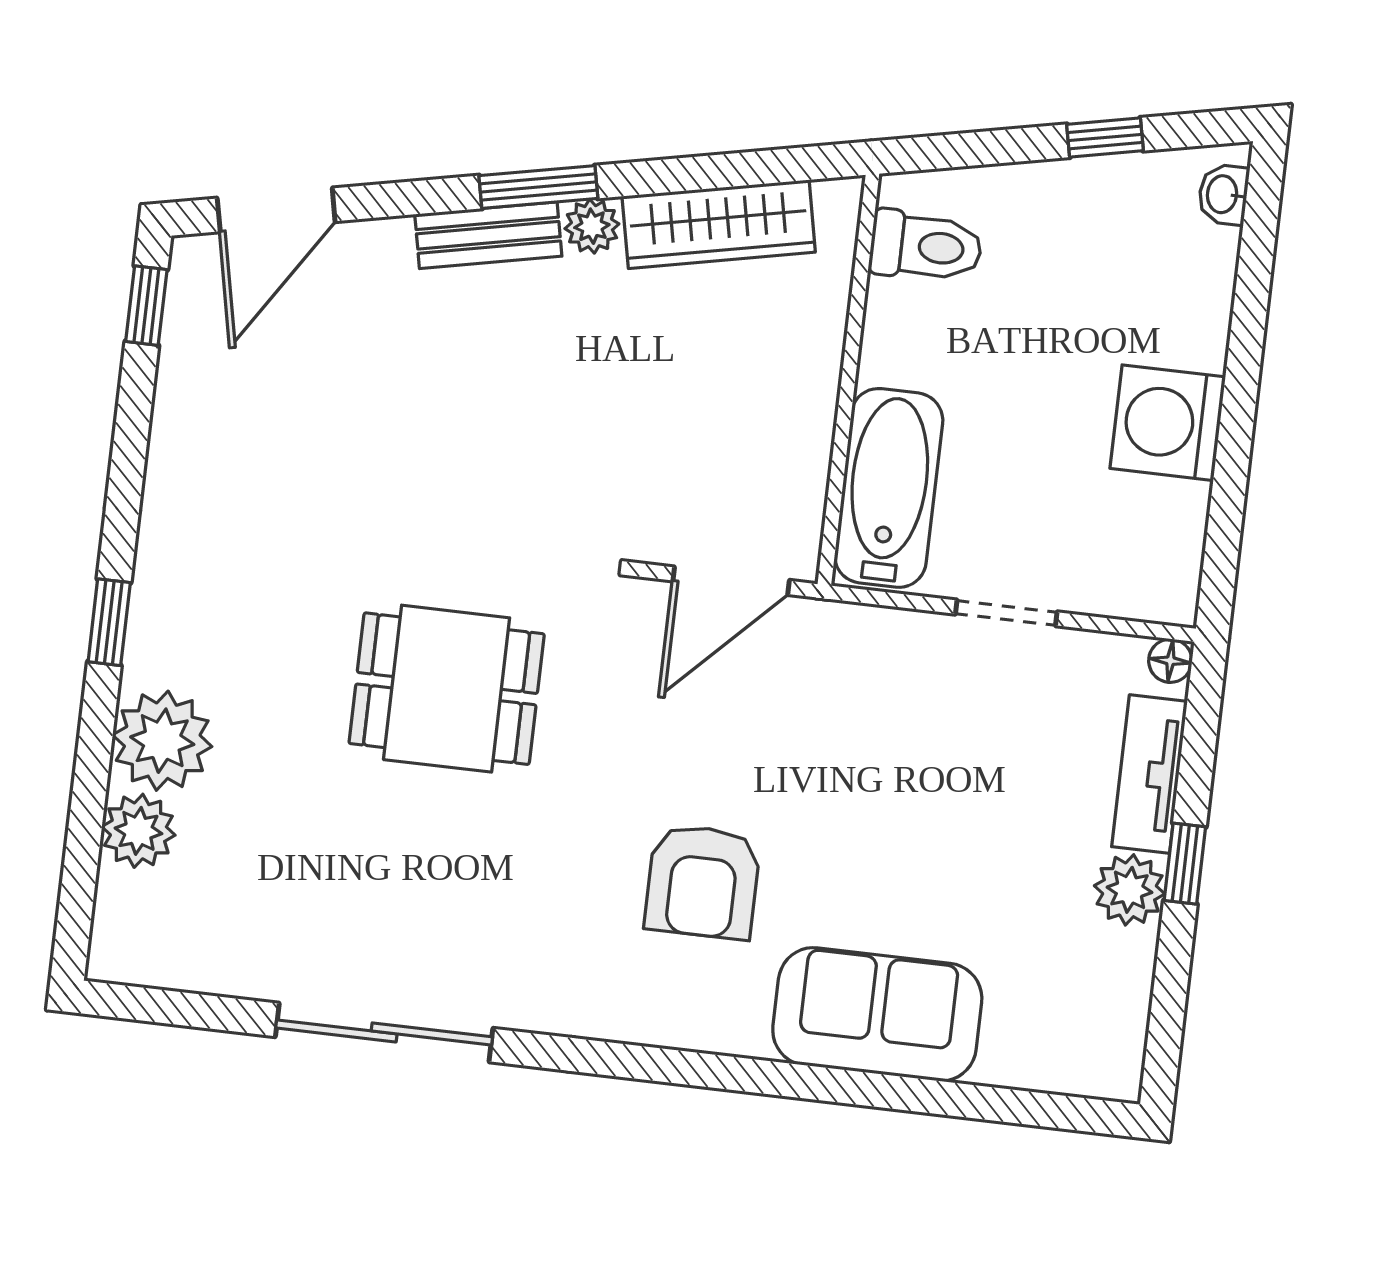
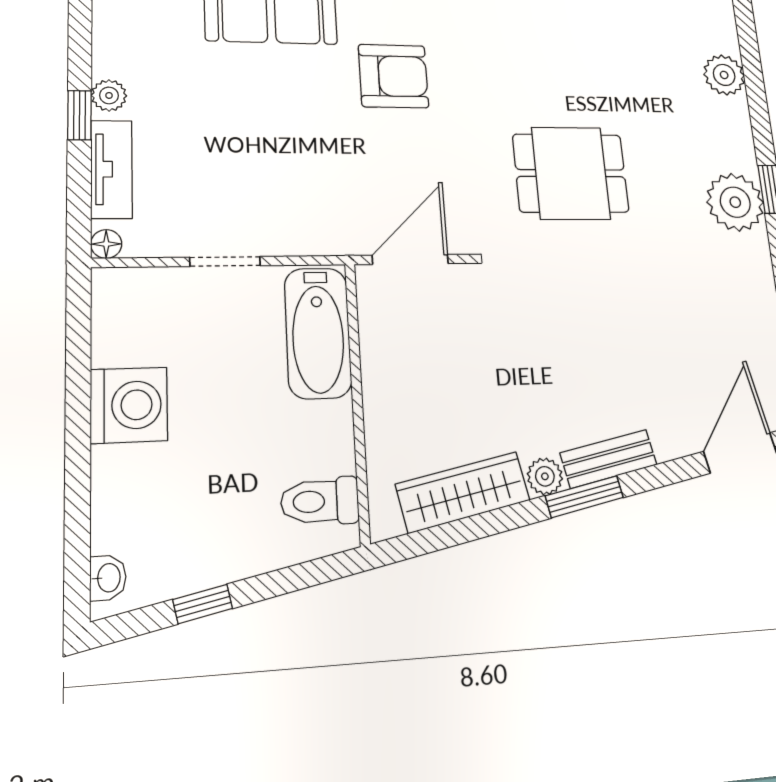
plant: (162, 741) -> (735, 202), moved
armchair: (703, 882) -> (393, 76), turned 90
plant: (1130, 890) -> (109, 95), width x0.73, depth x0.73

